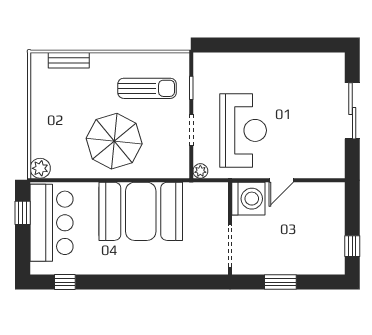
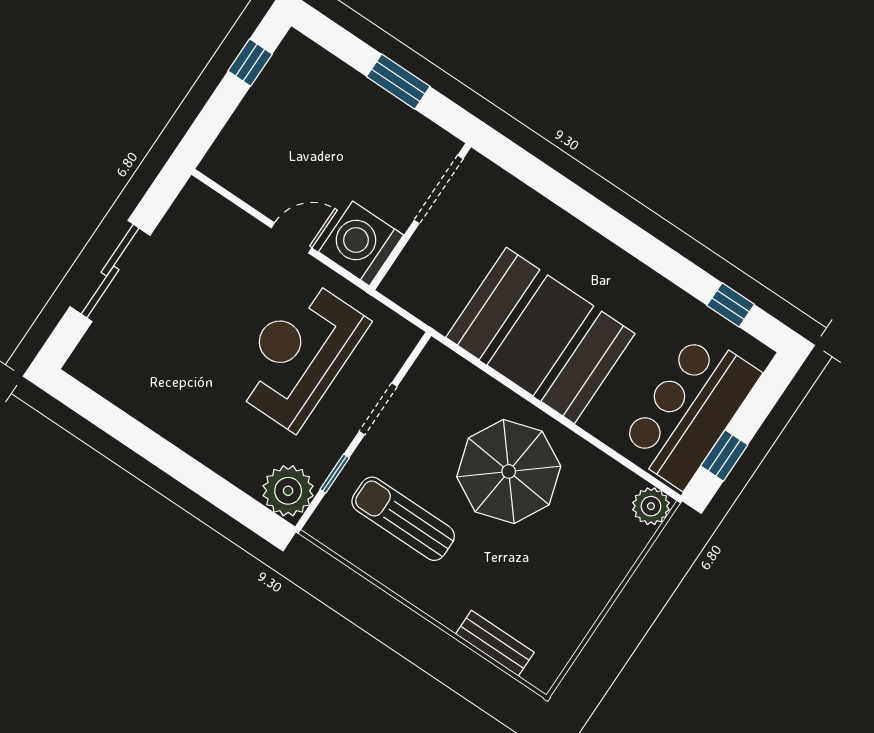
plant: (200, 171) -> (288, 491), moved, width x1.88, depth x1.88

